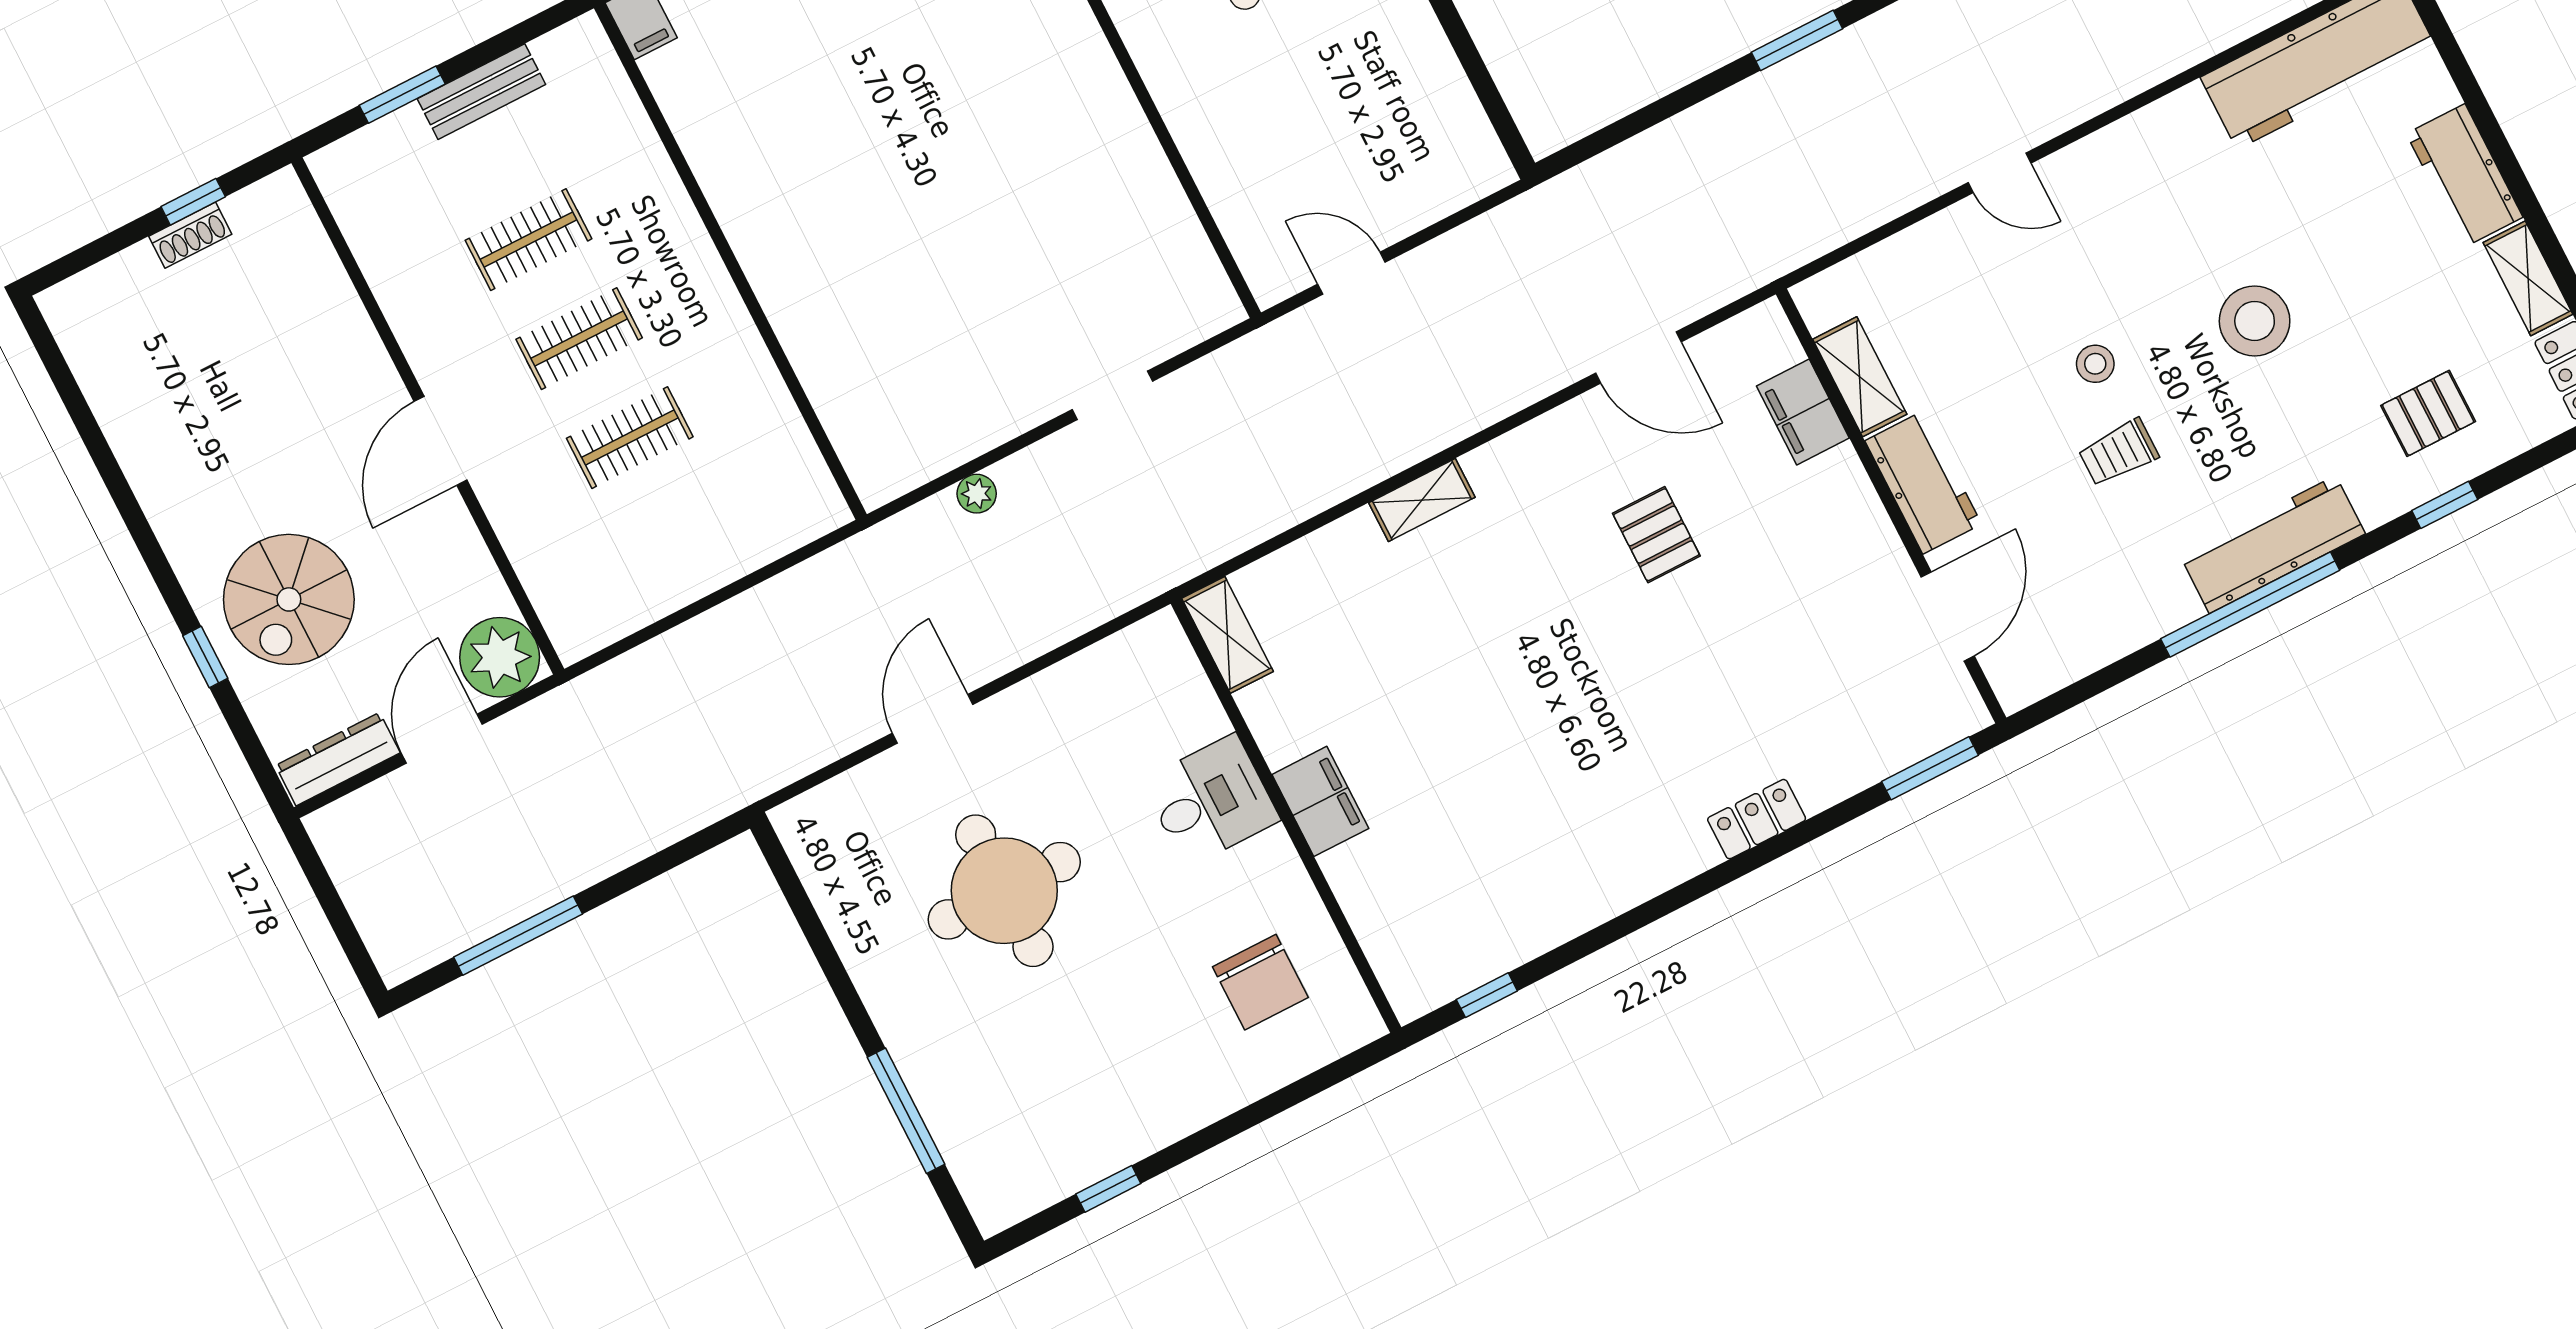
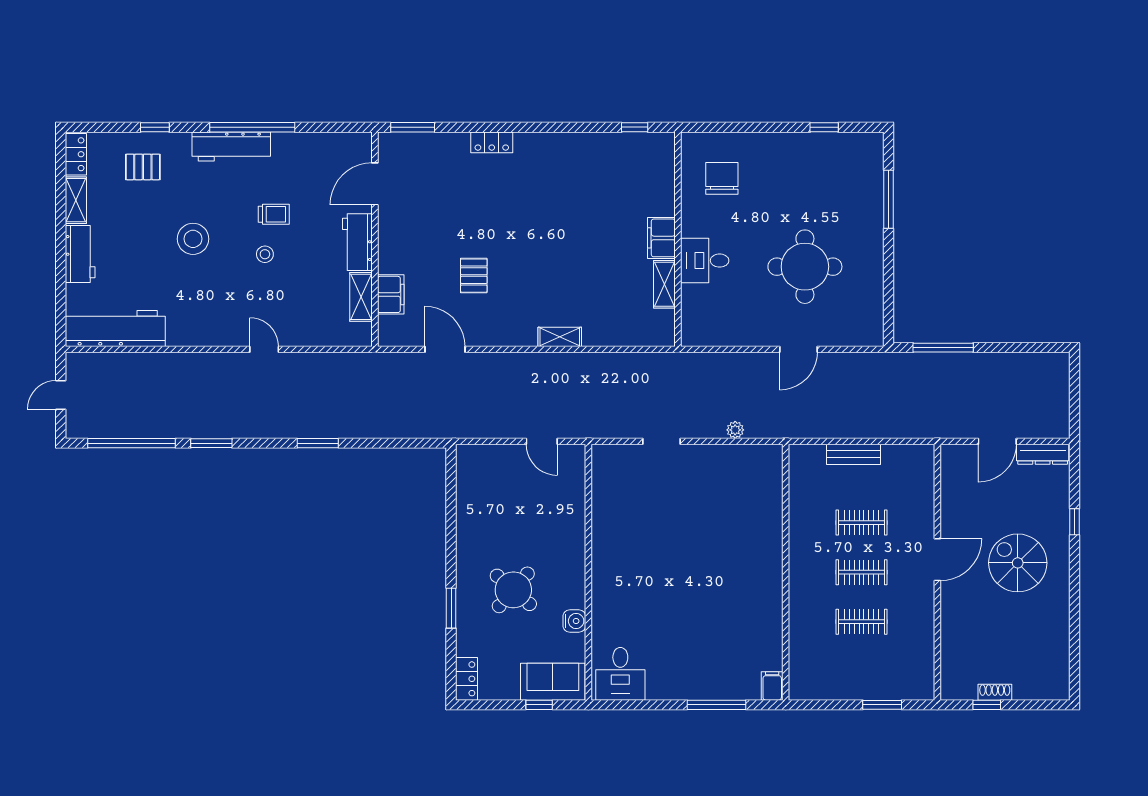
bench: (481, 92) -> (853, 454), moved
spiral stairs: (289, 599) -> (1018, 563), moved, turned -90
shelving: (1228, 635) -> (664, 284), moved
plant: (500, 657) -> (958, 462), removed
window: (518, 936) -> (943, 348), moved

